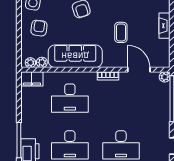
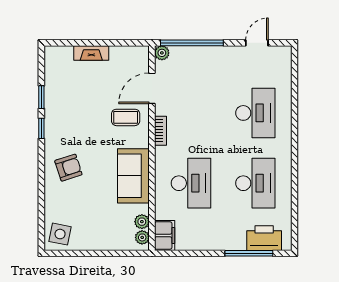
armchair: (39, 28) -> (95, 226), removed
coffee table: (121, 32) -> (126, 117), moved
sofa: (75, 56) -> (133, 176), width x0.73

